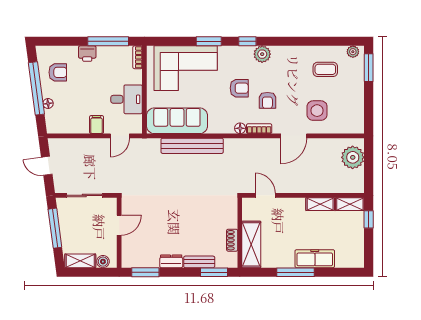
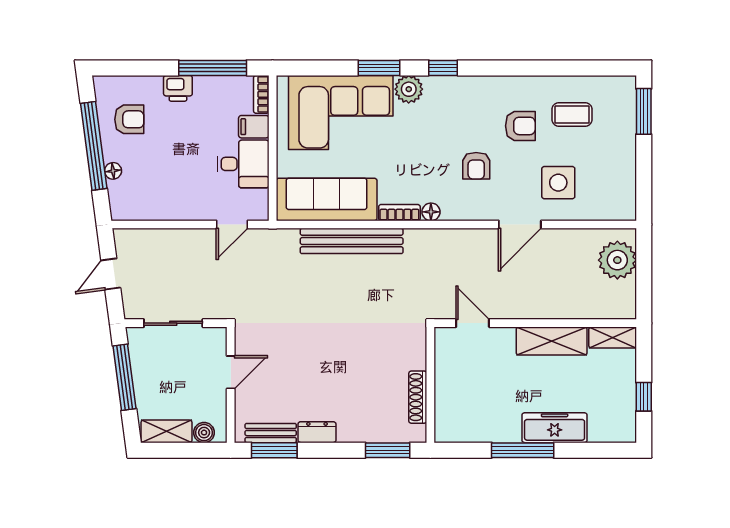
plant: (353, 52) -> (618, 85), removed
plant: (262, 54) -> (409, 89), moved
armchair: (239, 88) -> (520, 126), moved
filing cabinet: (97, 125) -> (254, 127), moved, turned -90
bookcase: (259, 129) -> (399, 213), moved
door: (47, 166) -> (111, 274), hinge flipped
shelving: (320, 204) -> (552, 341), width x1.50, depth x1.33
window: (369, 219) -> (644, 397), moved
shoe rack: (232, 240) -> (418, 397), width x1.43
shelving: (251, 244) -> (450, 404), removed
bench: (199, 262) -> (271, 433), moved

